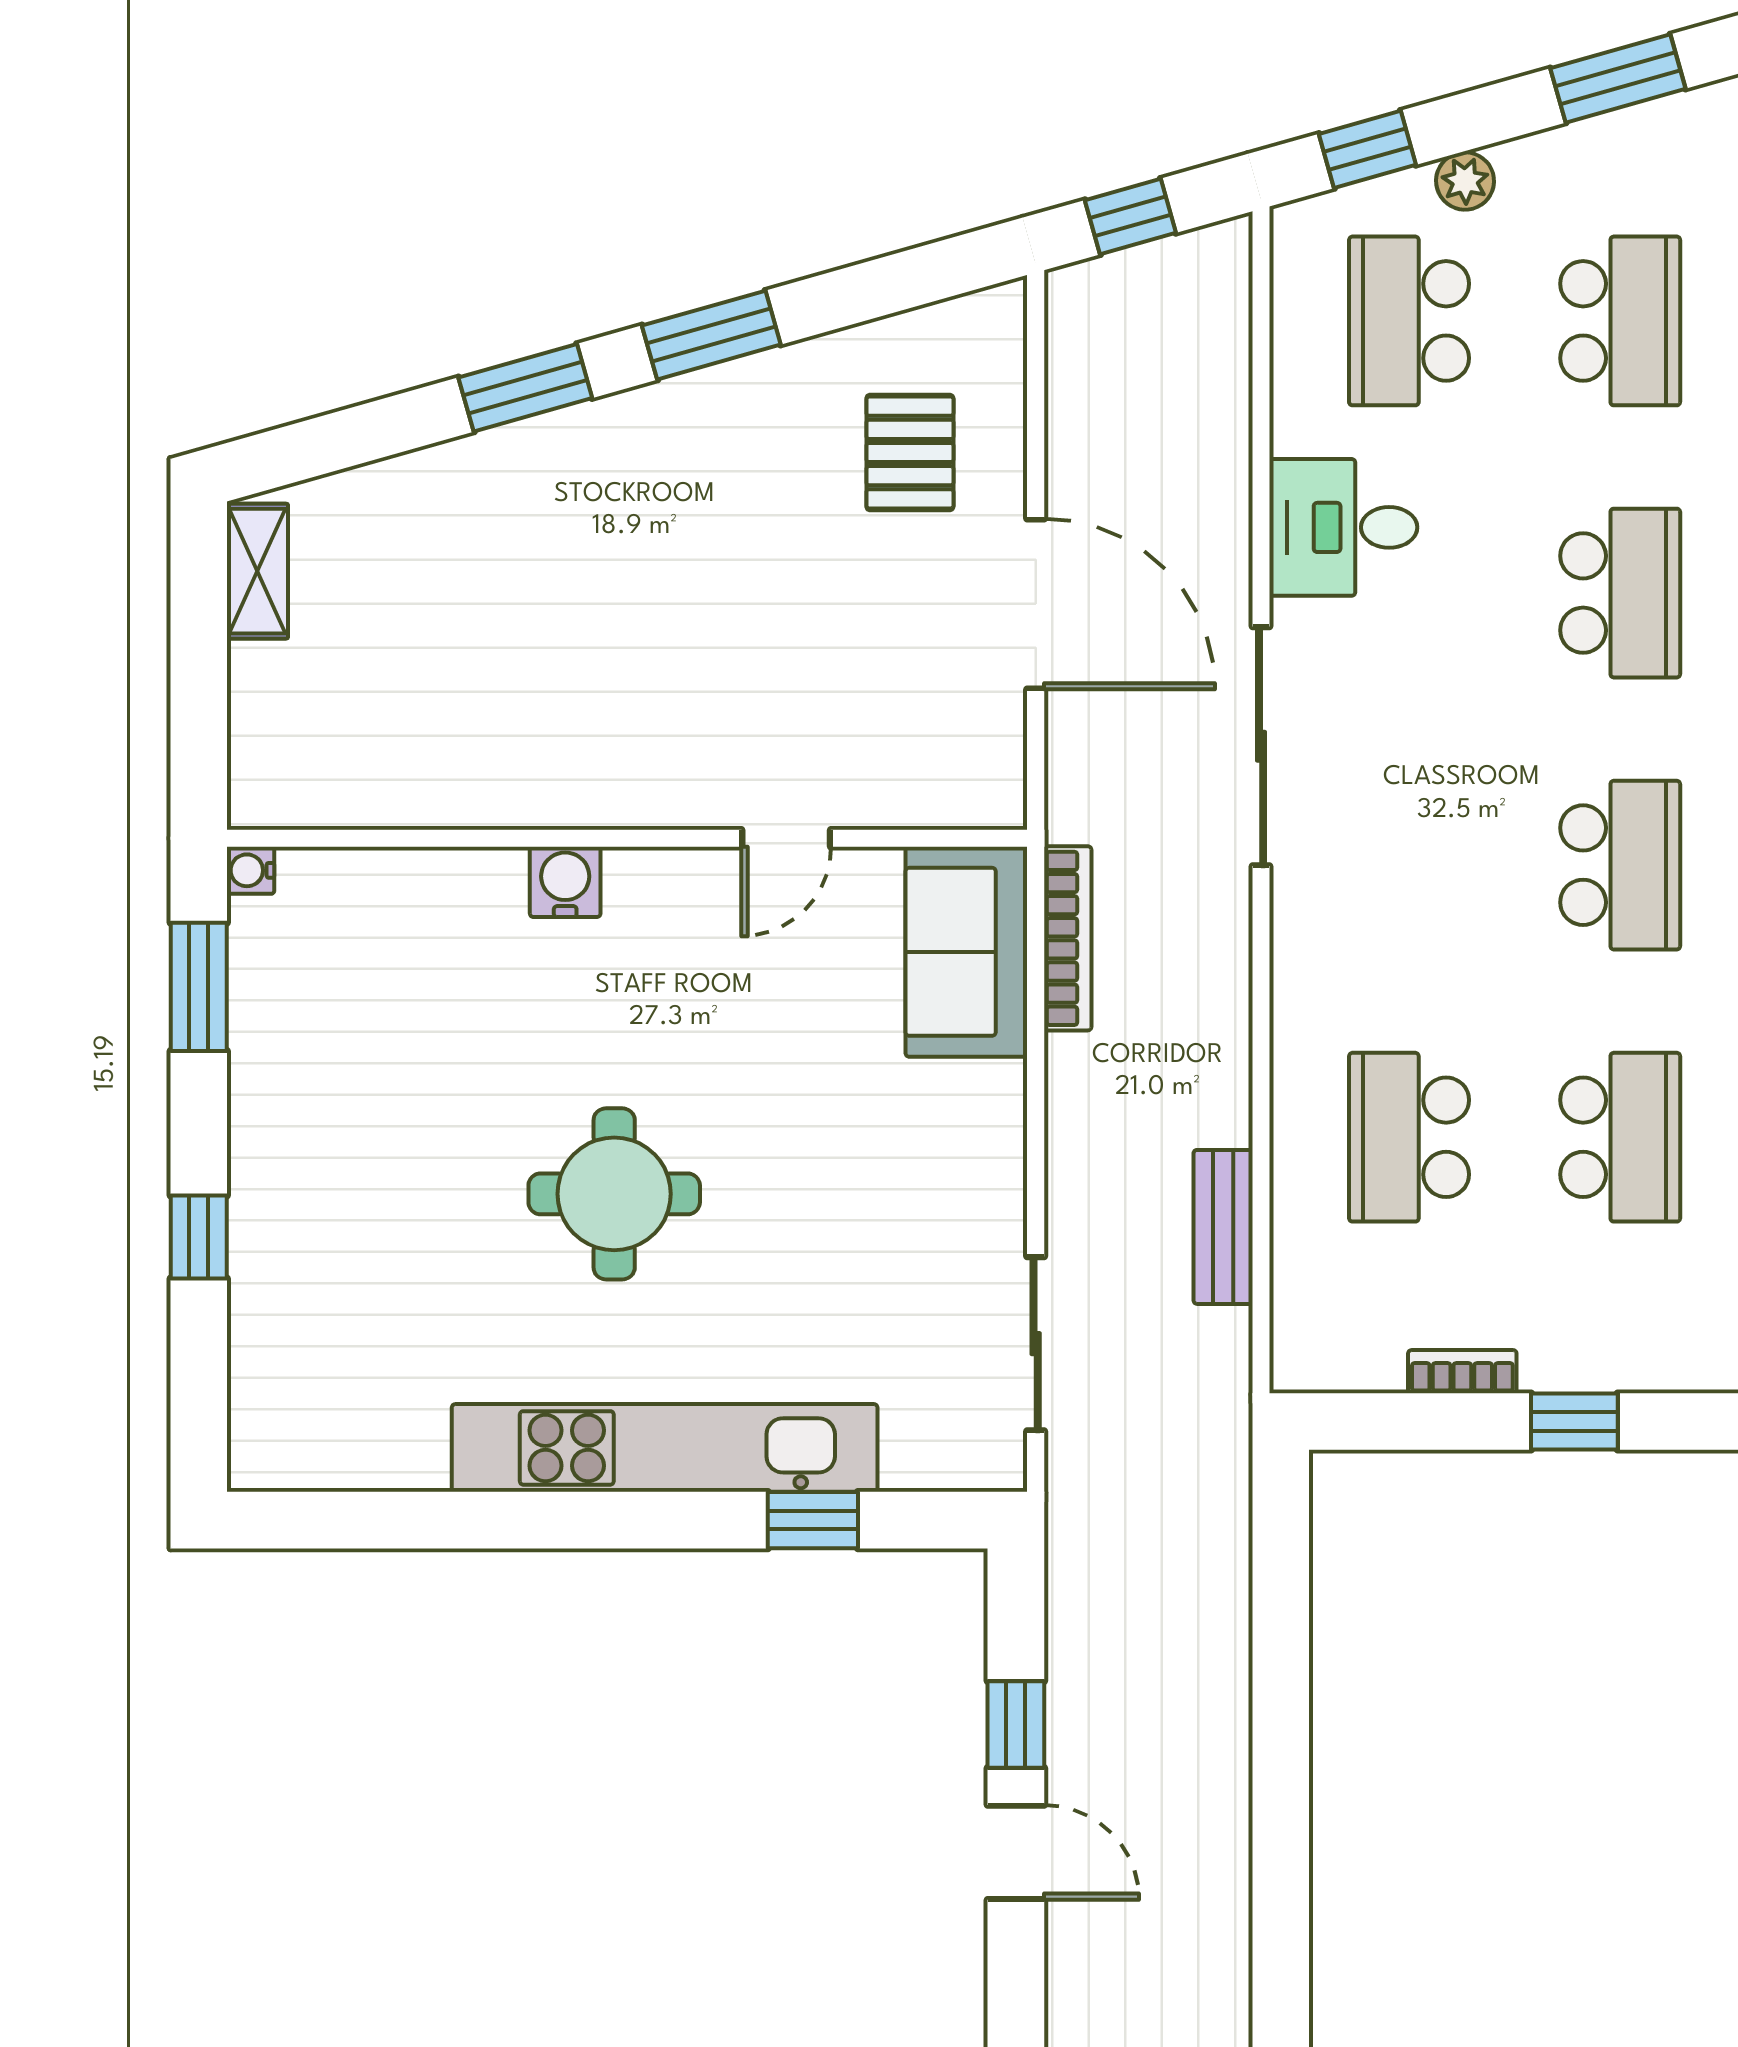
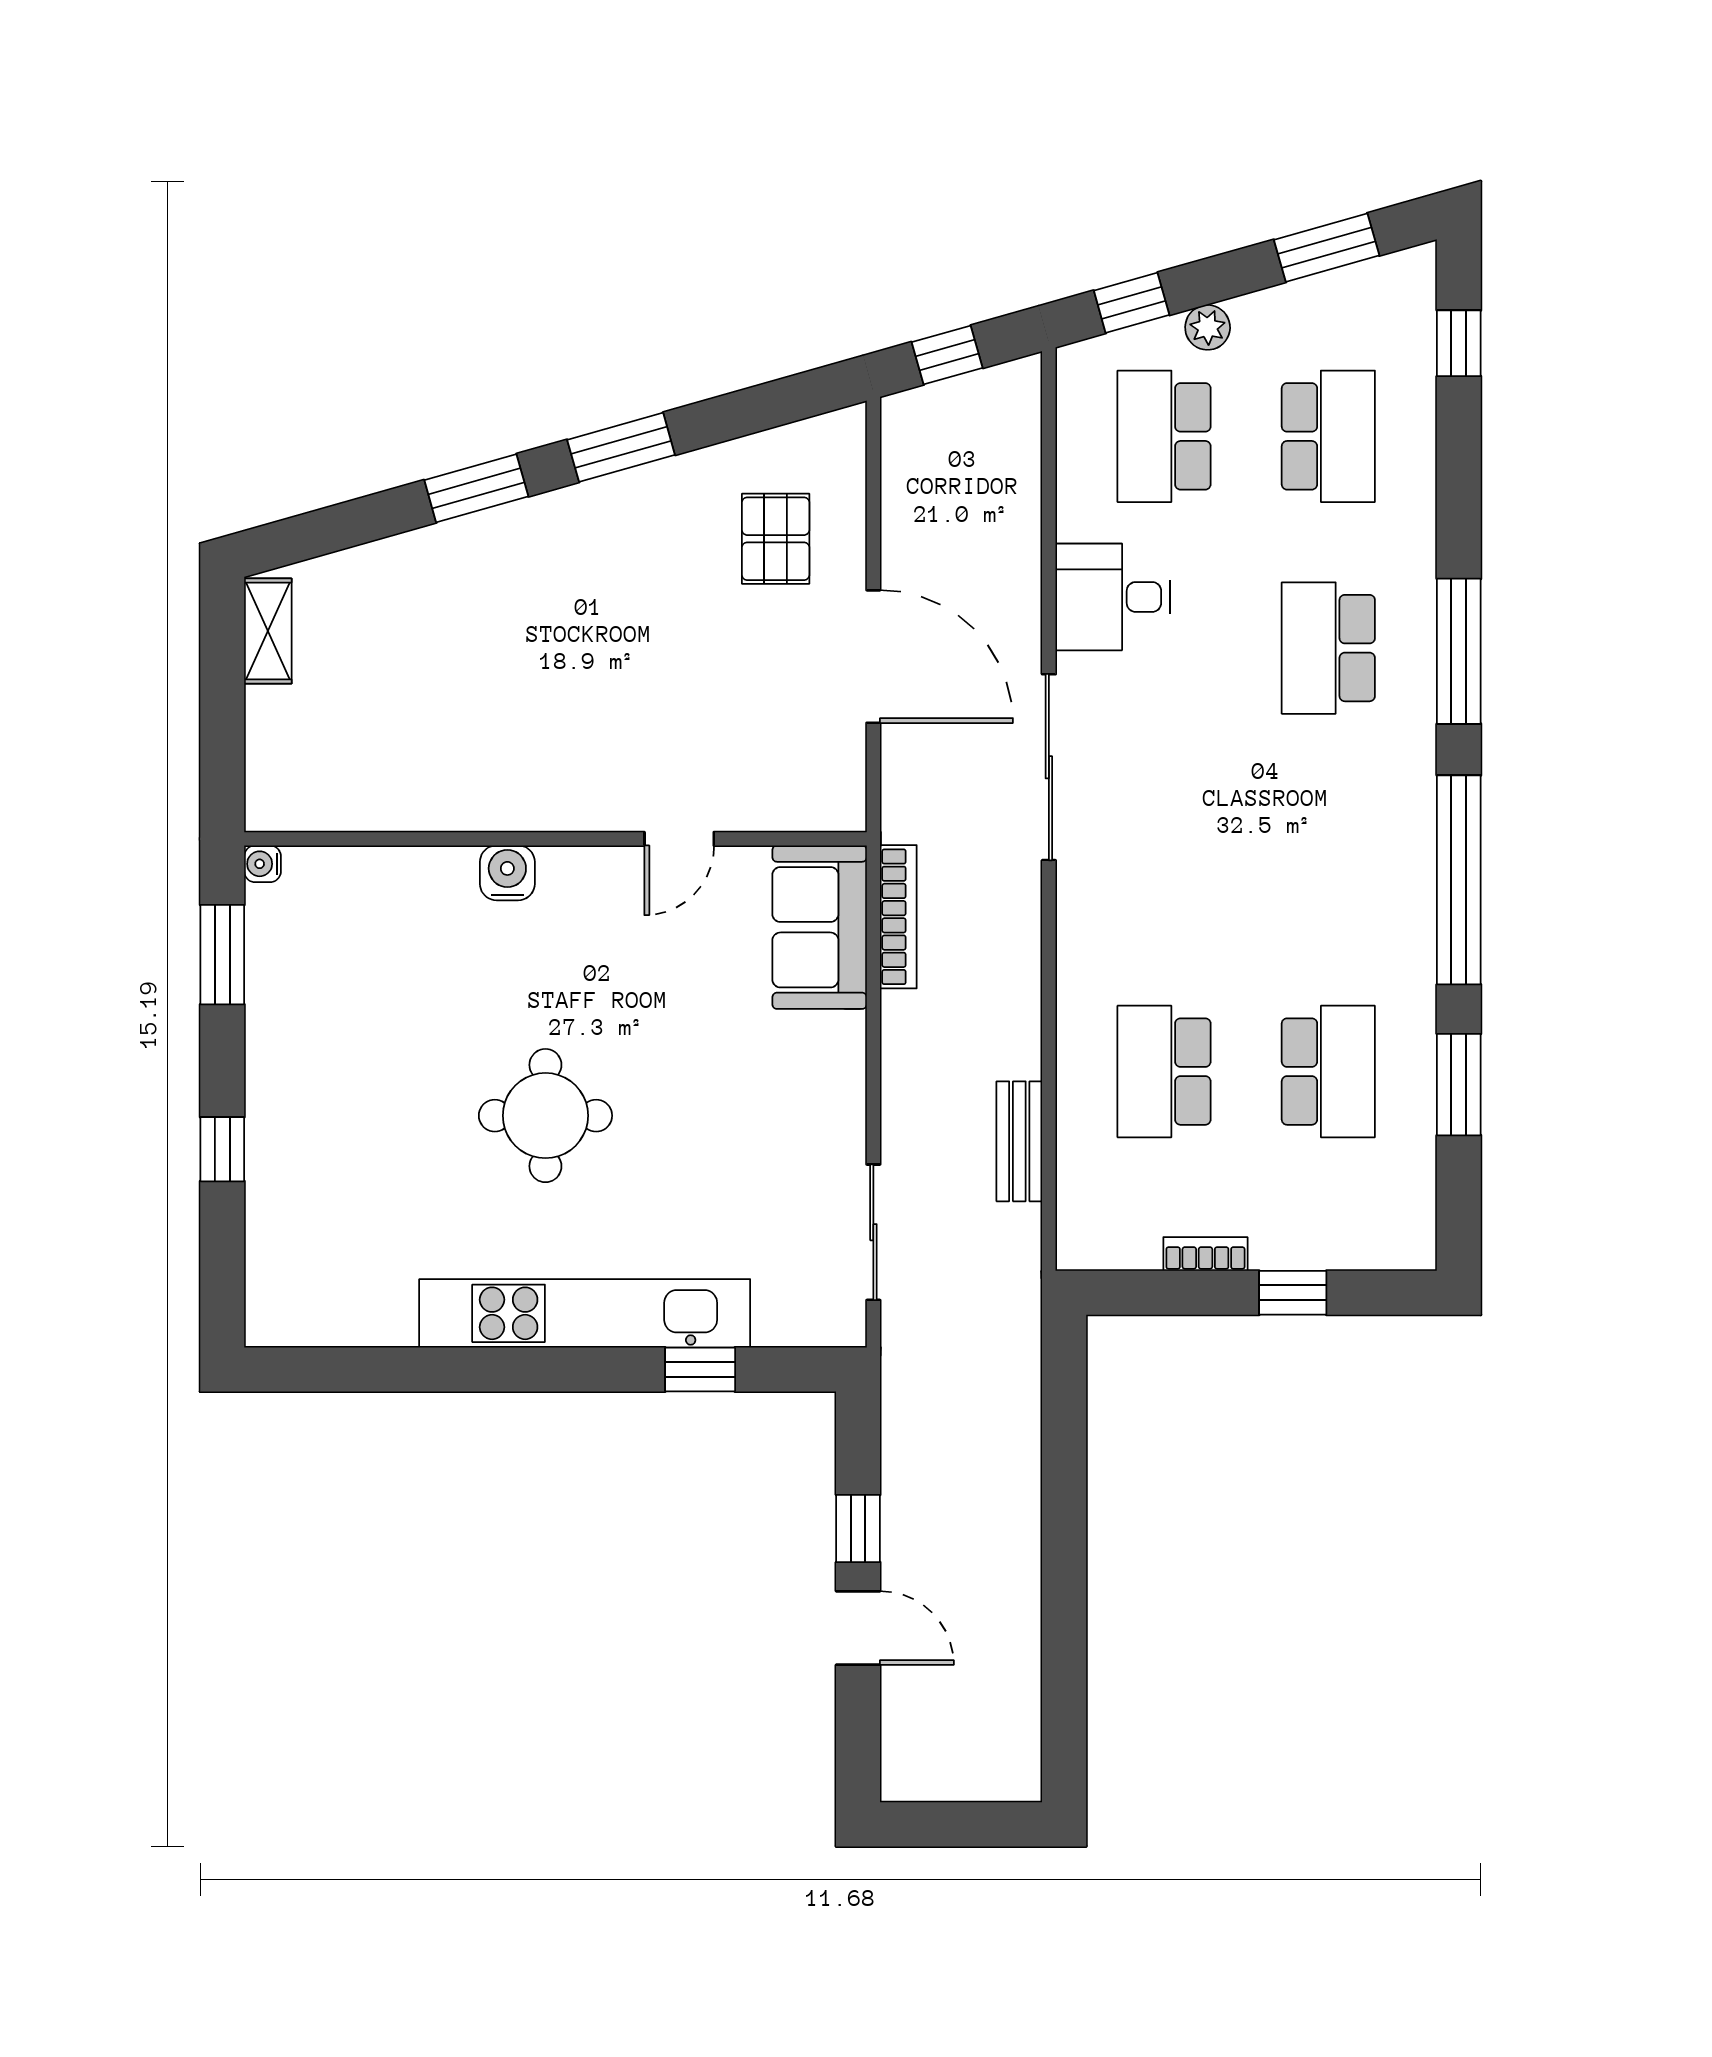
school desk: (1620, 593) -> (1328, 648), turned 180
school desk: (1620, 865) -> (1328, 860), removed

